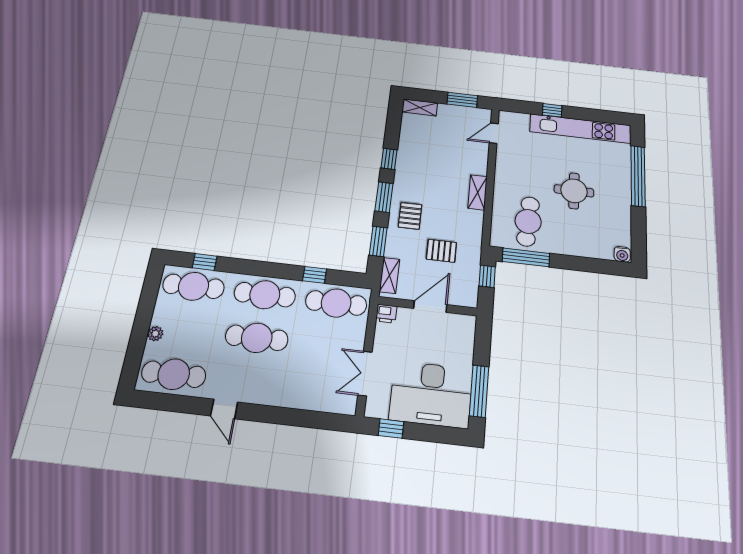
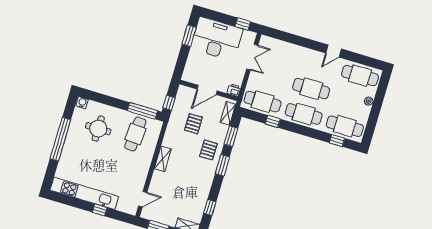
window: (389, 159) -> (210, 208), moved
window: (638, 176) -> (60, 139), moved
round table: (574, 191) -> (98, 129), moved
pallet: (441, 251) -> (193, 124), turned 90
window: (479, 391) -> (189, 36), width x0.69
door: (224, 409) -> (334, 51), swing flipped

